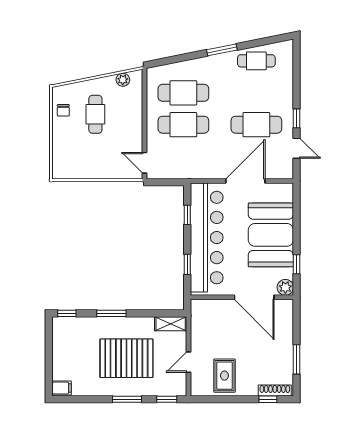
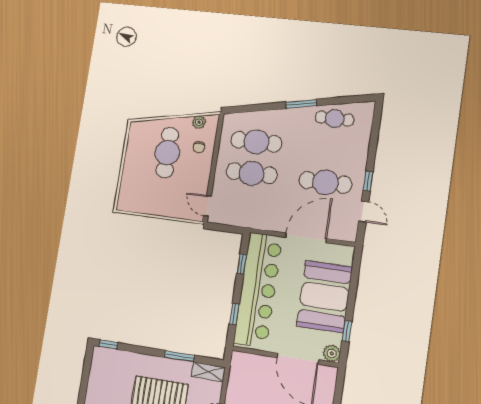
chair: (63, 110) -> (199, 147), moved
cafe table: (95, 114) -> (167, 153), width x1.37, depth x1.35
window: (111, 313) -> (179, 356), moved

